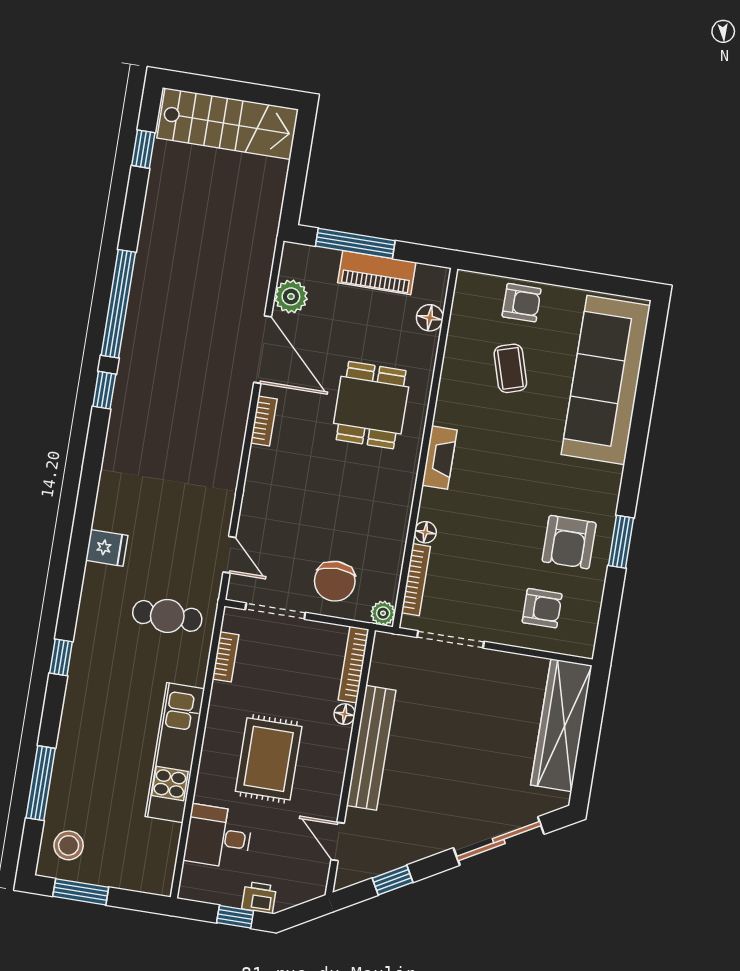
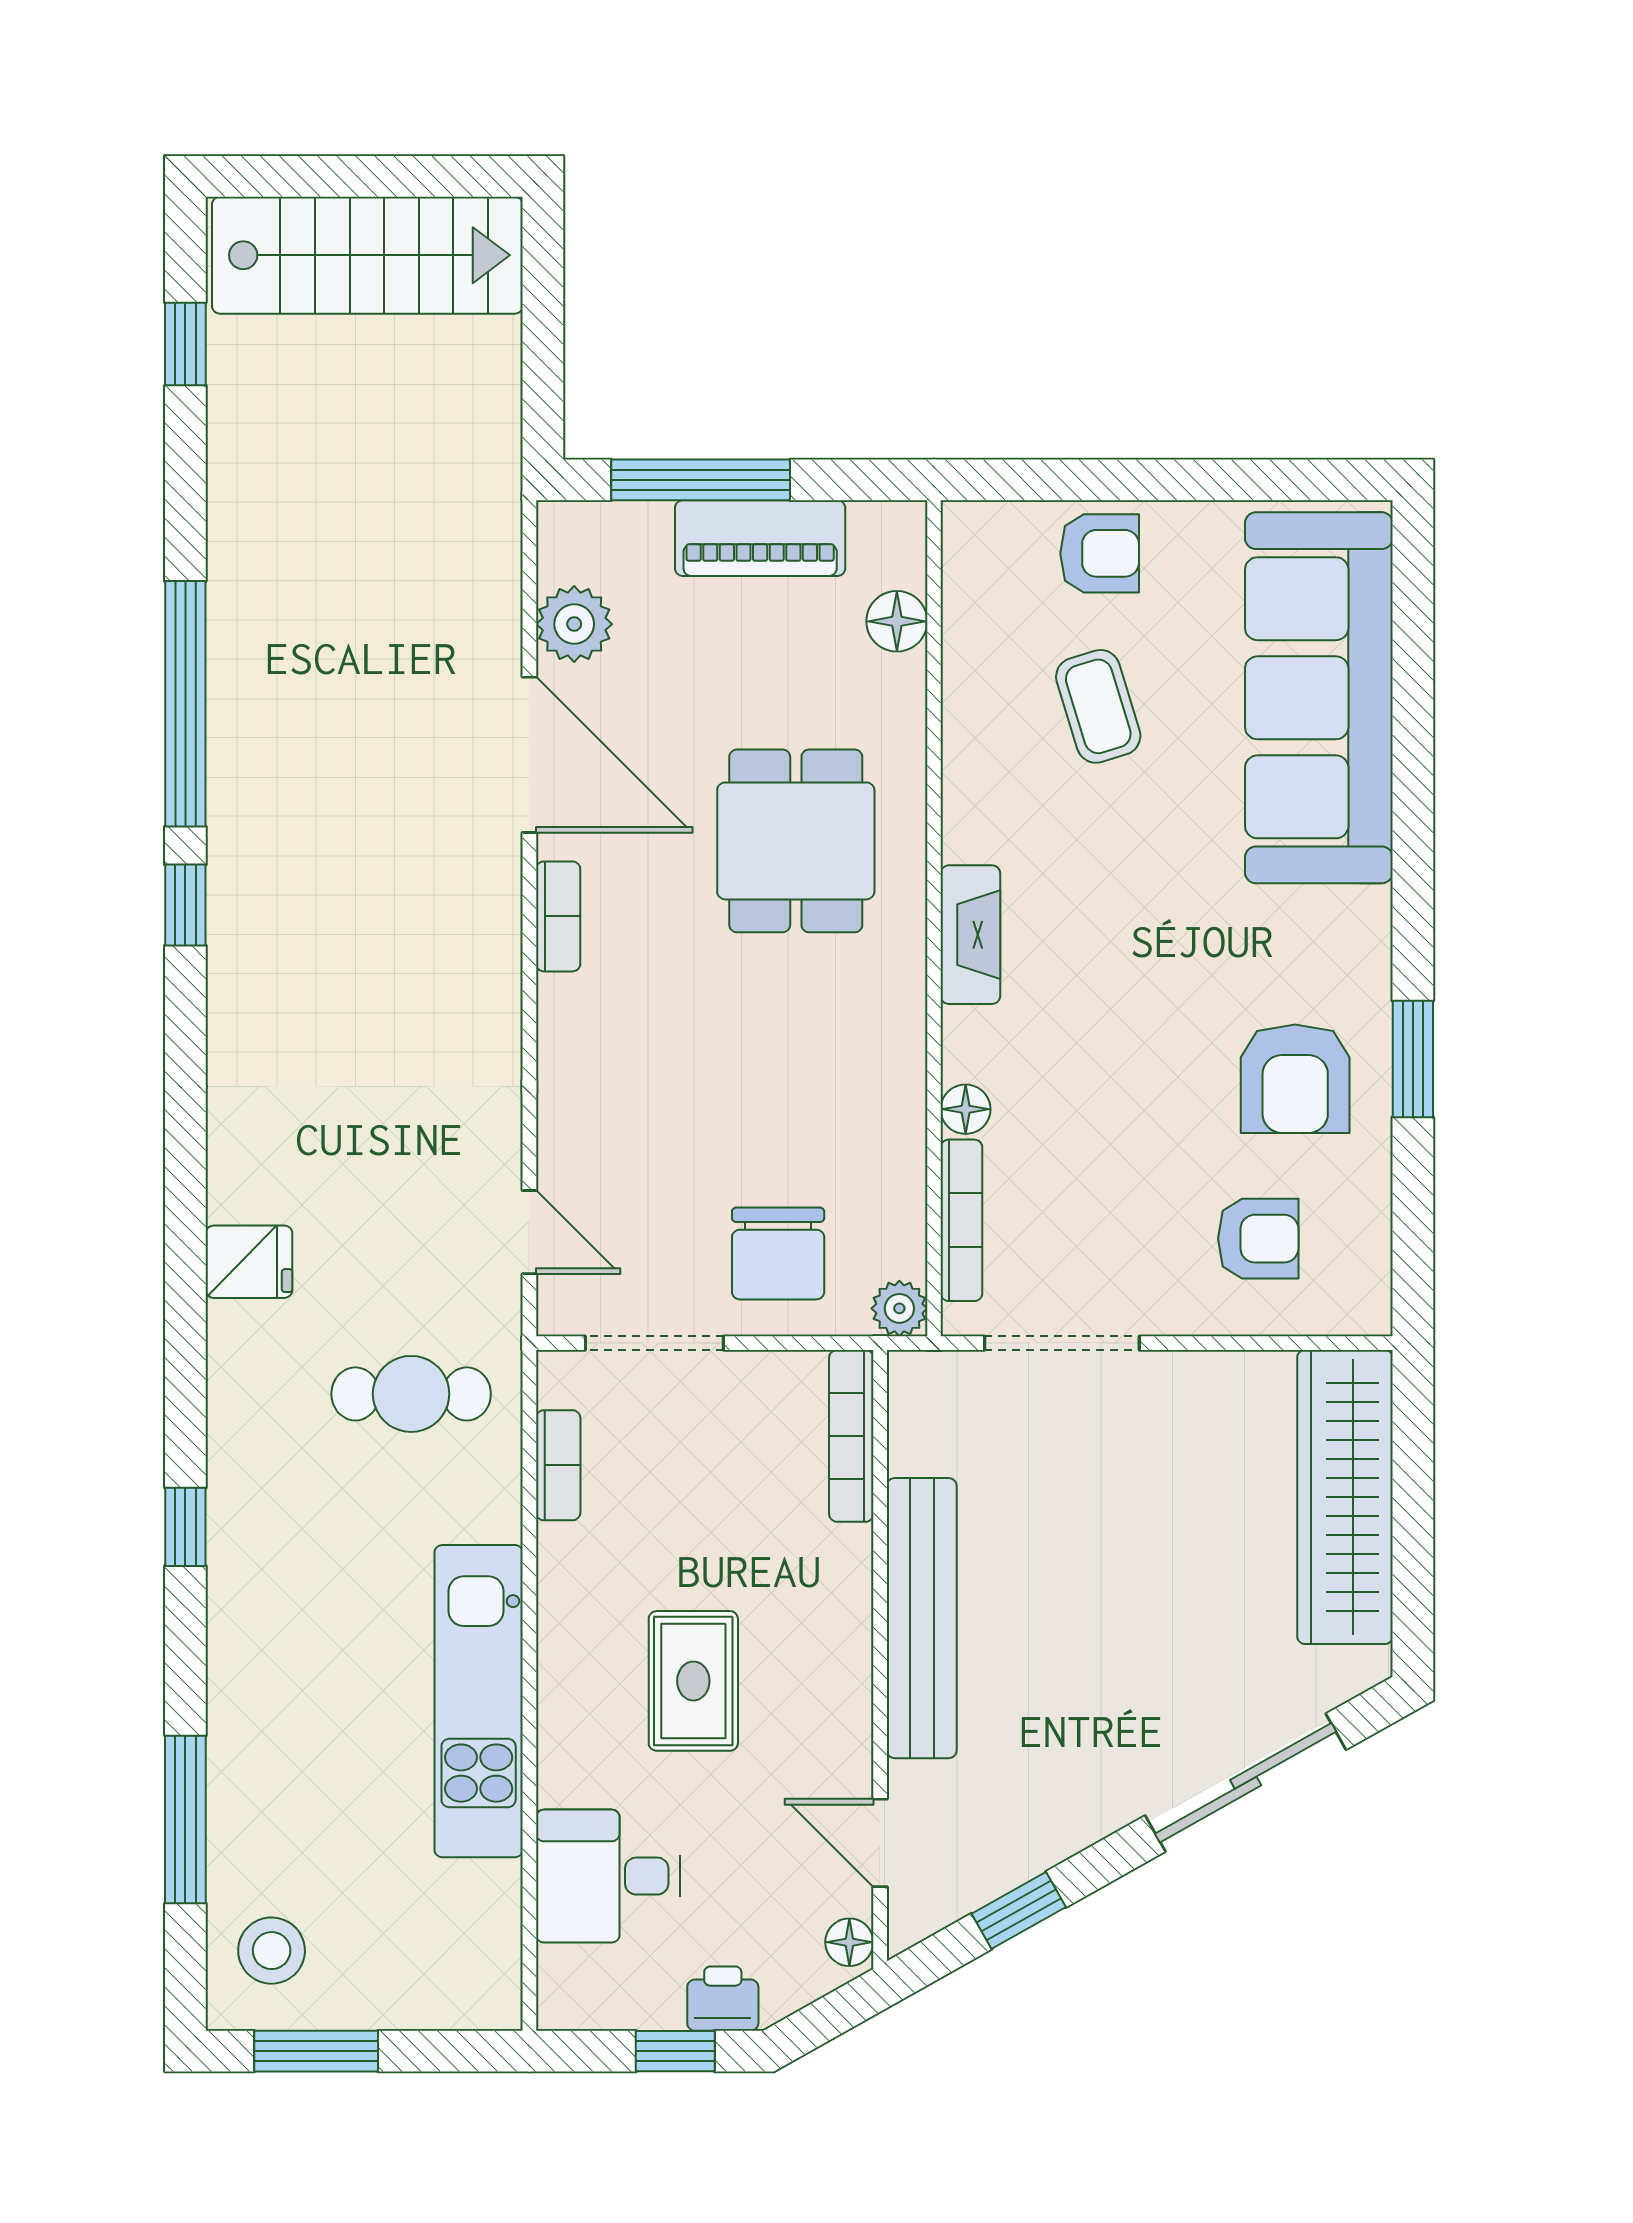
floor lamp: (345, 714) -> (849, 1942), moved
rug: (269, 759) -> (693, 1681), width x0.73, depth x0.70

